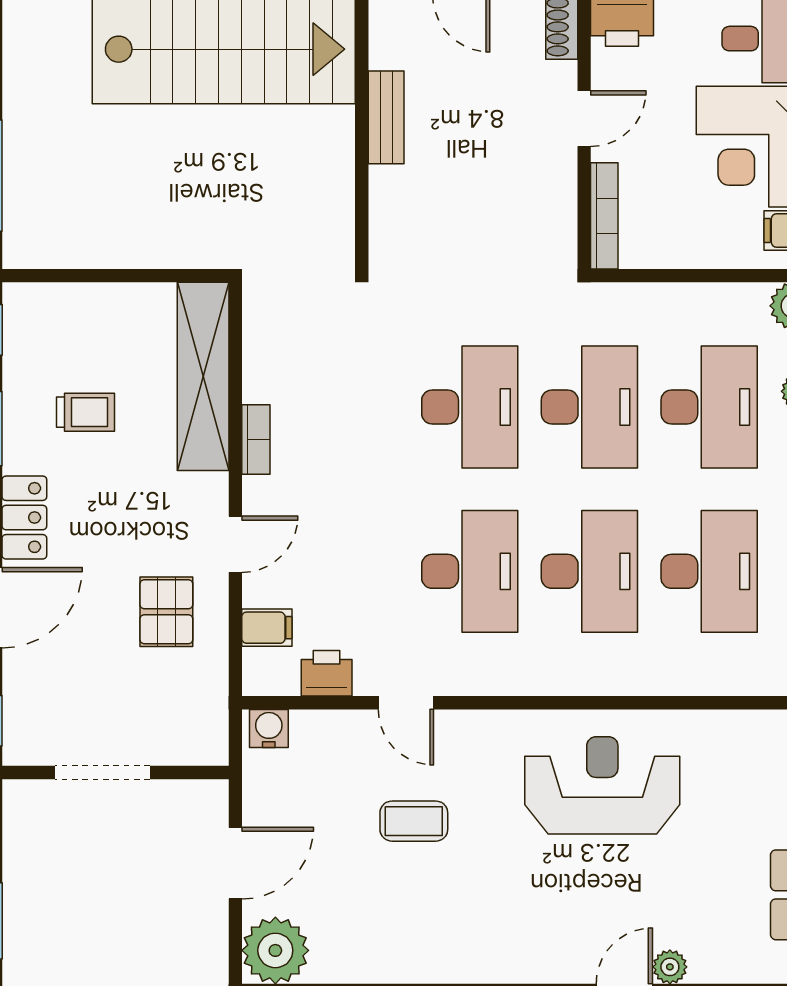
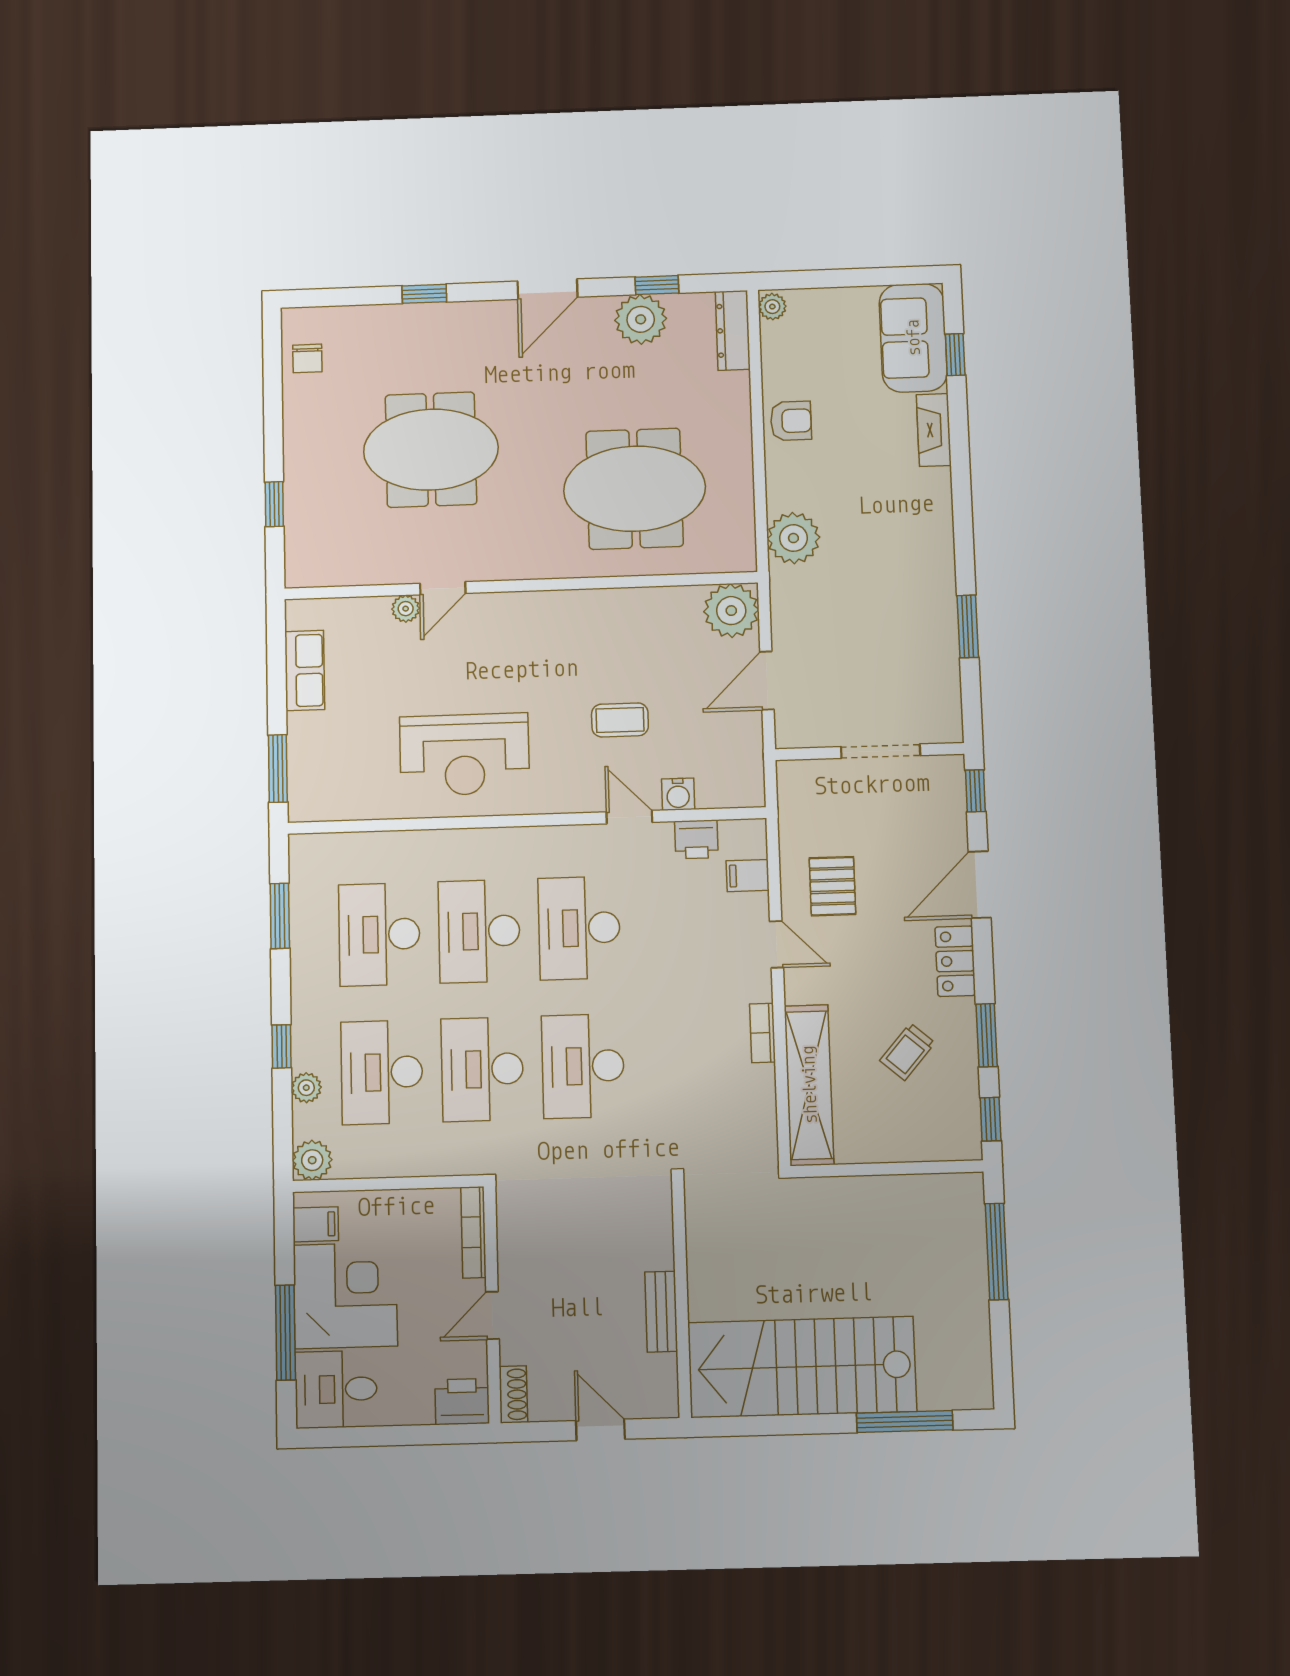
trolley: (86, 412) -> (907, 1052), turned -49
door: (235, 544) -> (777, 944), swing flipped
water cooler: (269, 728) -> (678, 794), moved

